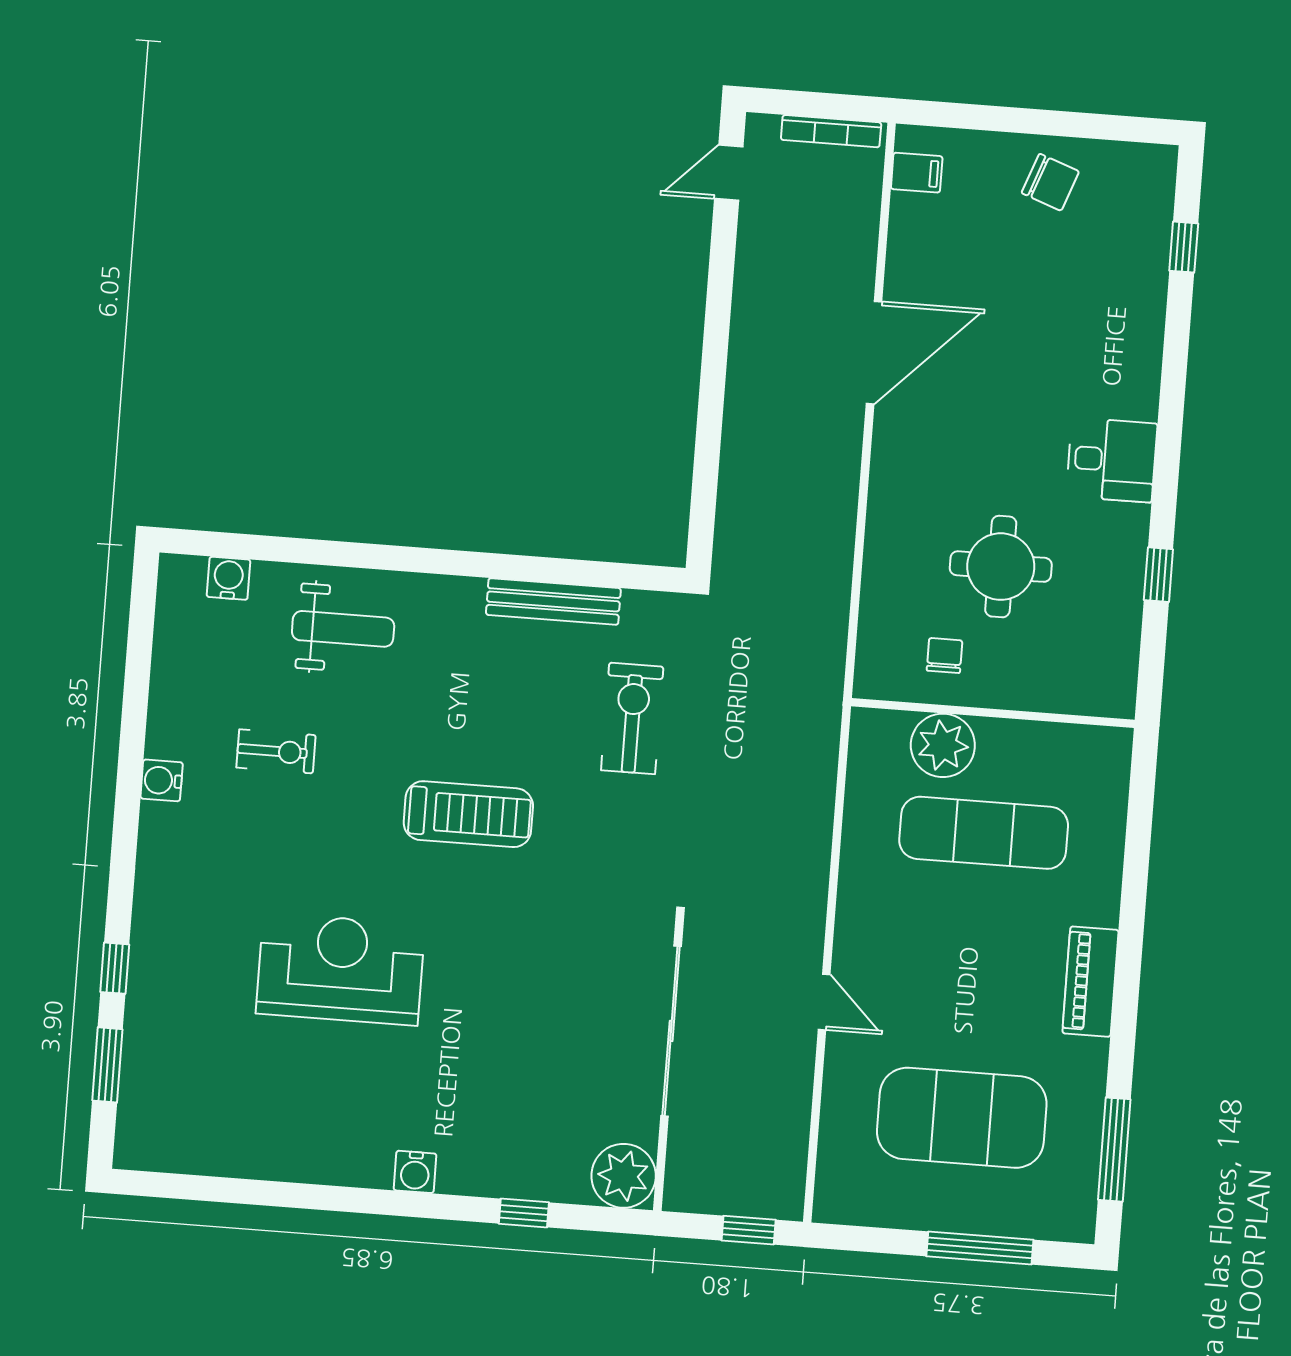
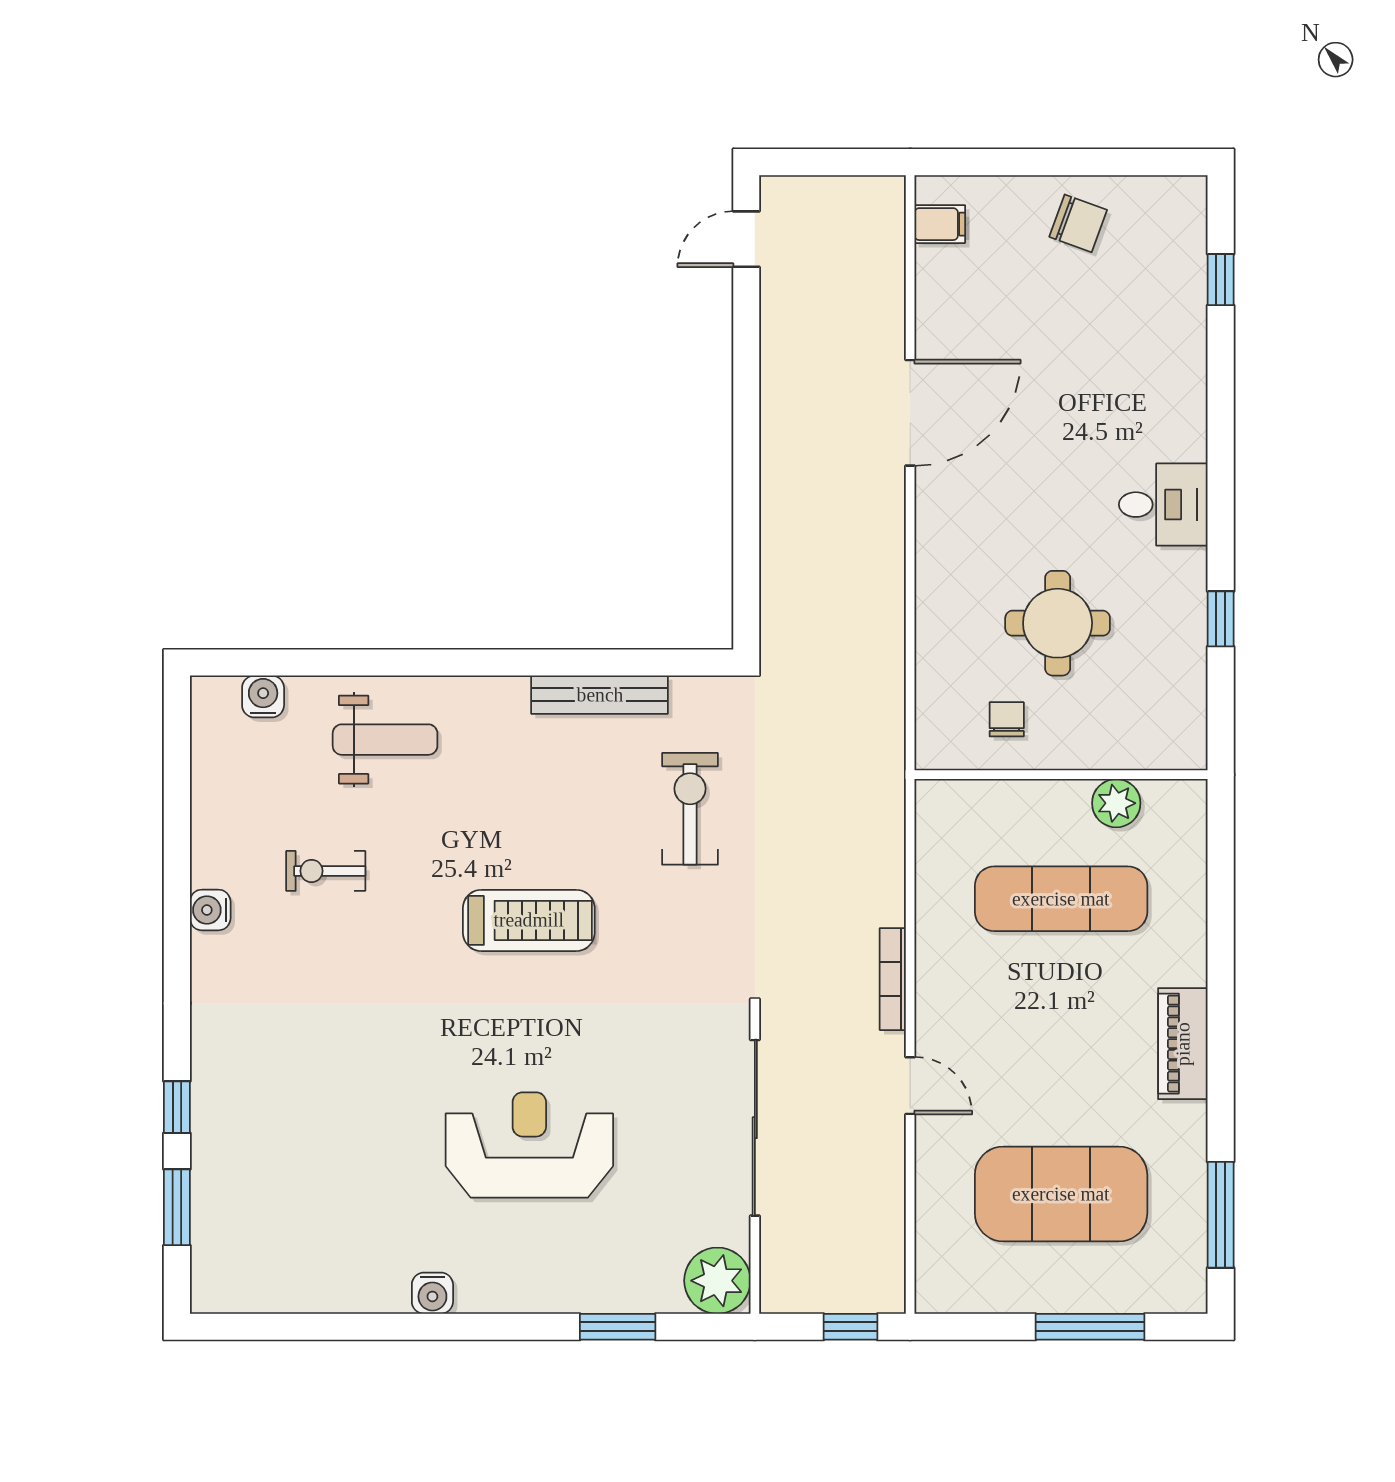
bookcase: (831, 131) -> (893, 979), moved, turned 90
plant: (943, 745) -> (1116, 803), moved, width x0.73, depth x0.73
exercise bike: (276, 751) -> (326, 871), turned 180
reception desk: (340, 969) -> (529, 1145), moved
water cooler: (415, 1172) -> (432, 1293), moved
window: (524, 1213) -> (618, 1327), width x1.50

